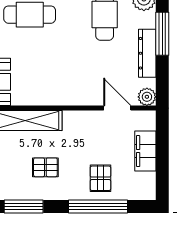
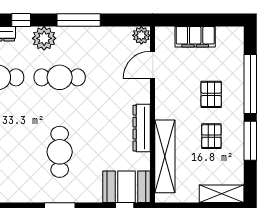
dresser: (147, 53) -> (142, 128), moved, turned 90
pallet: (100, 178) -> (211, 94), moved, turned 90
window: (24, 206) -> (250, 141), moved

